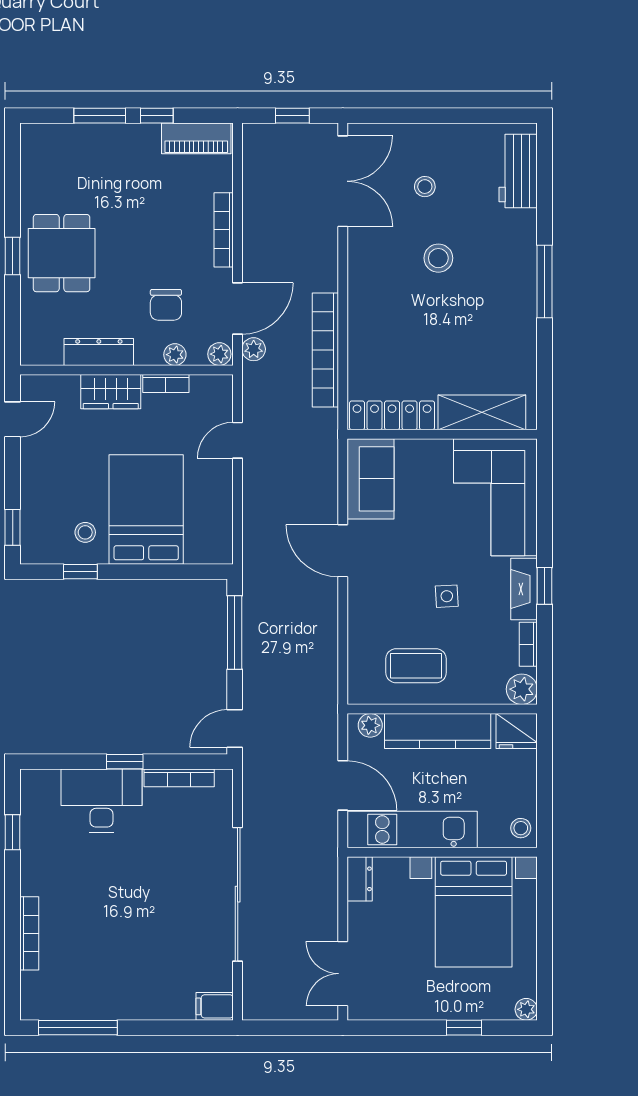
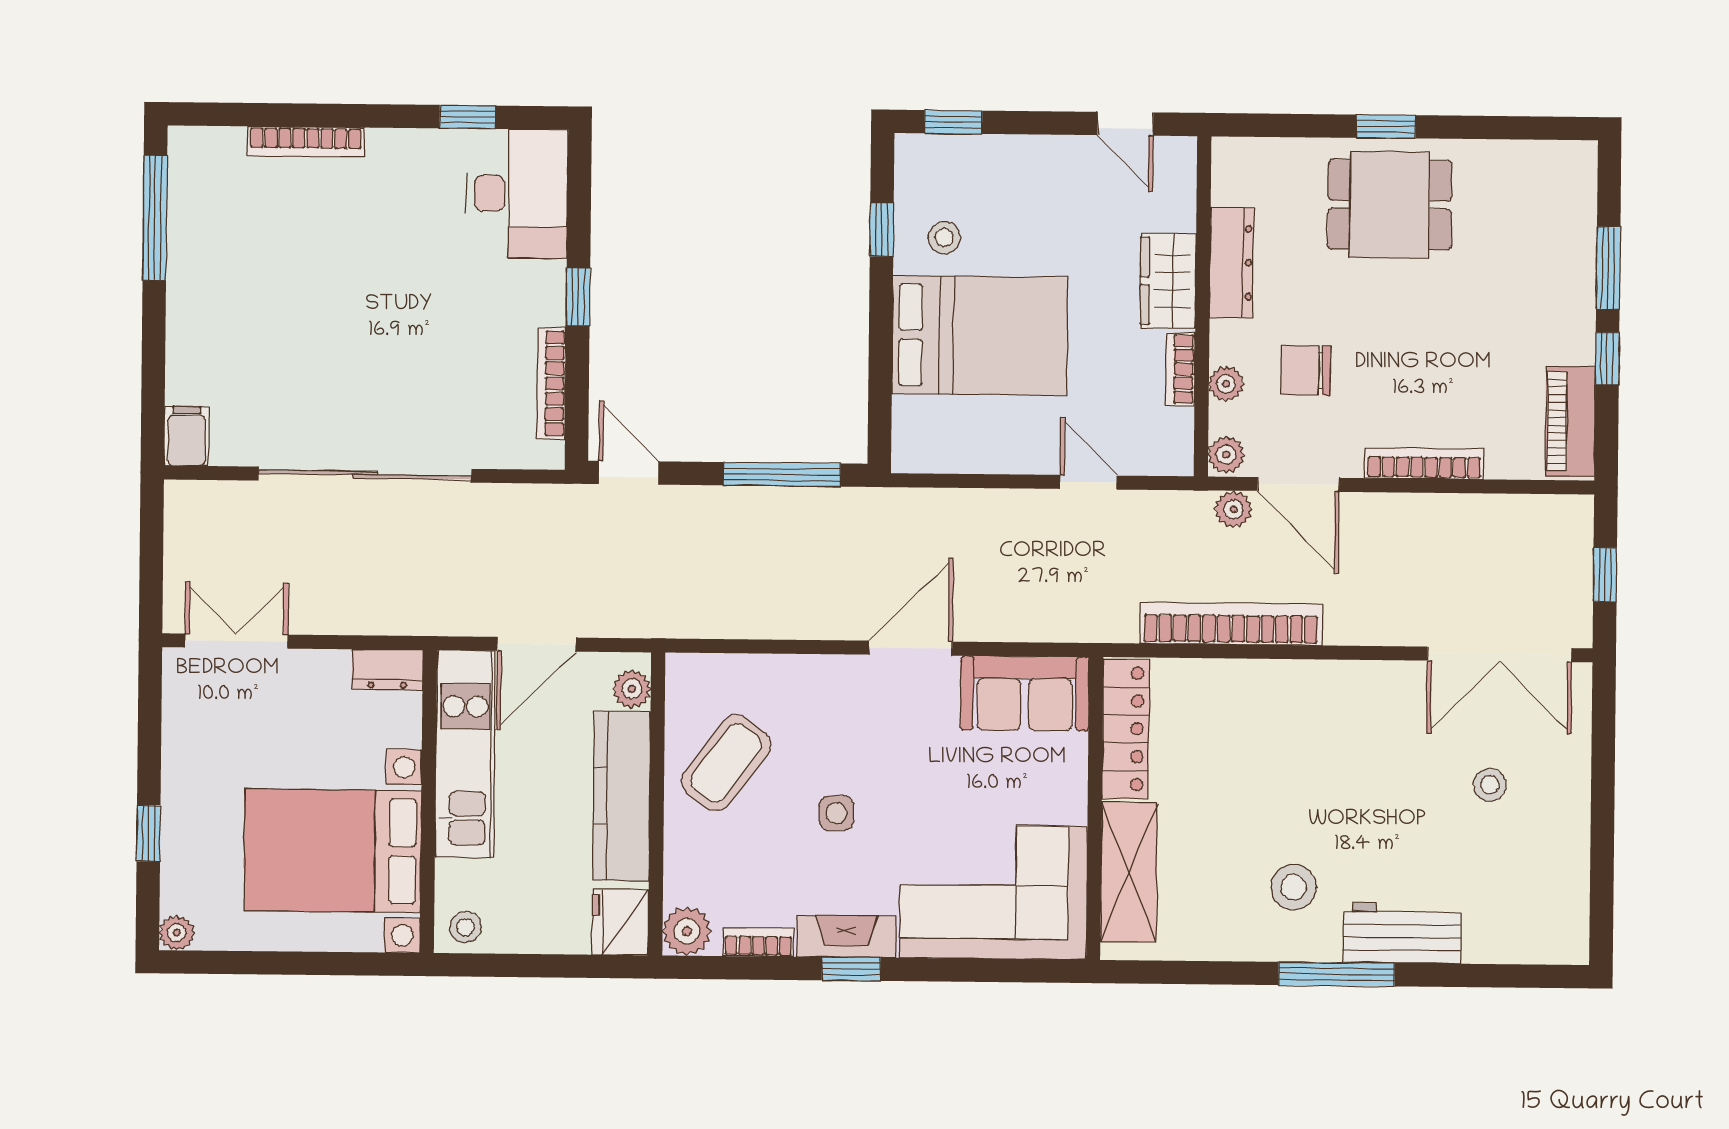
workbench: (518, 171) -> (1402, 933), moved
stool: (438, 258) -> (1294, 887), moved
coffee table: (416, 666) -> (726, 763), turned 37
desk: (101, 801) -> (517, 193), moved

